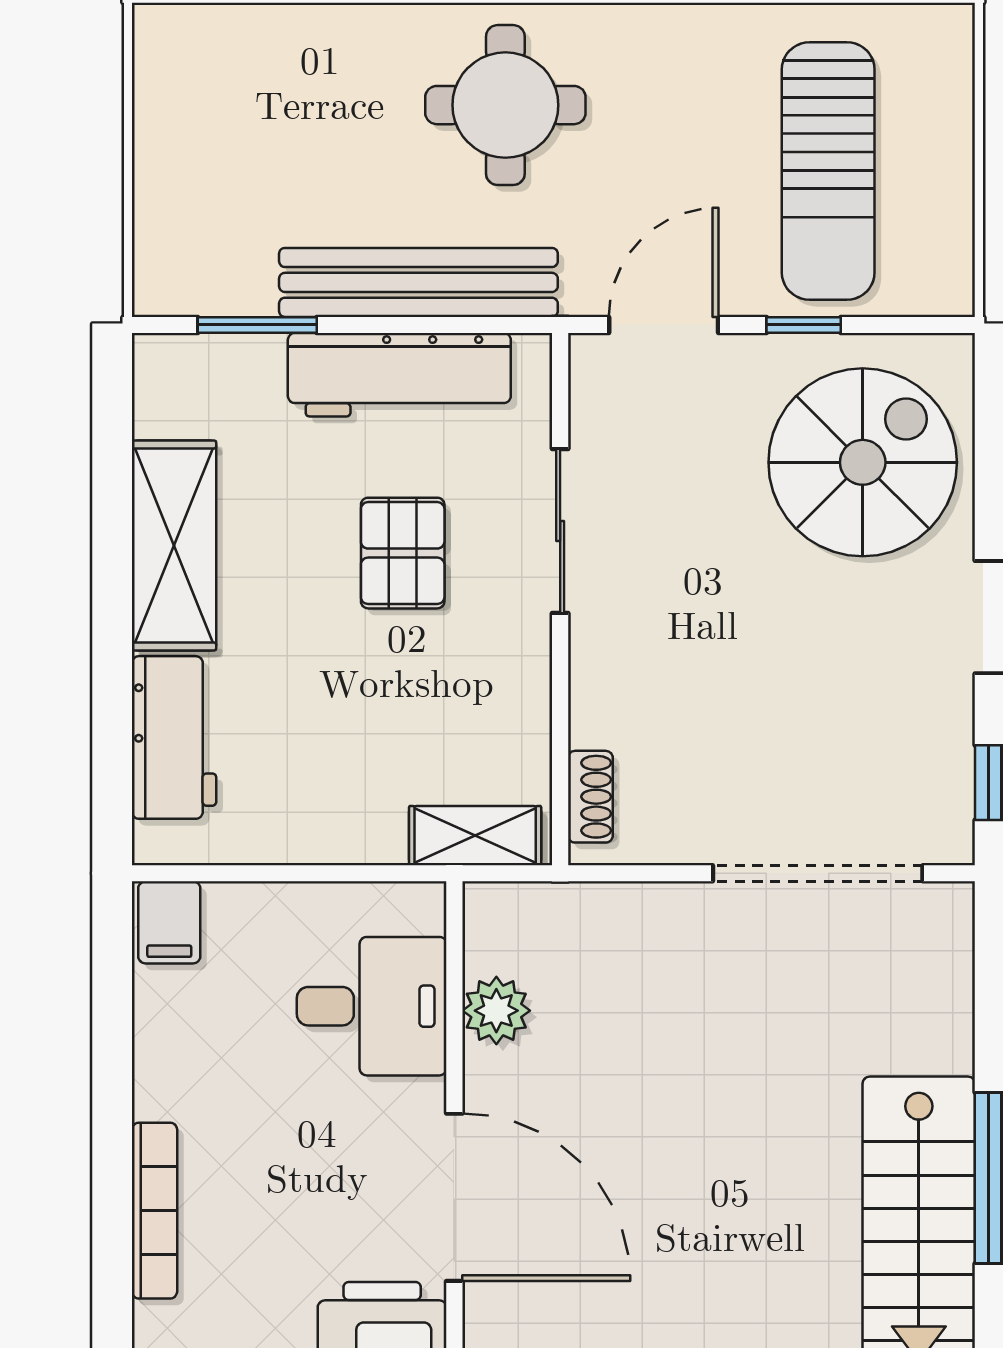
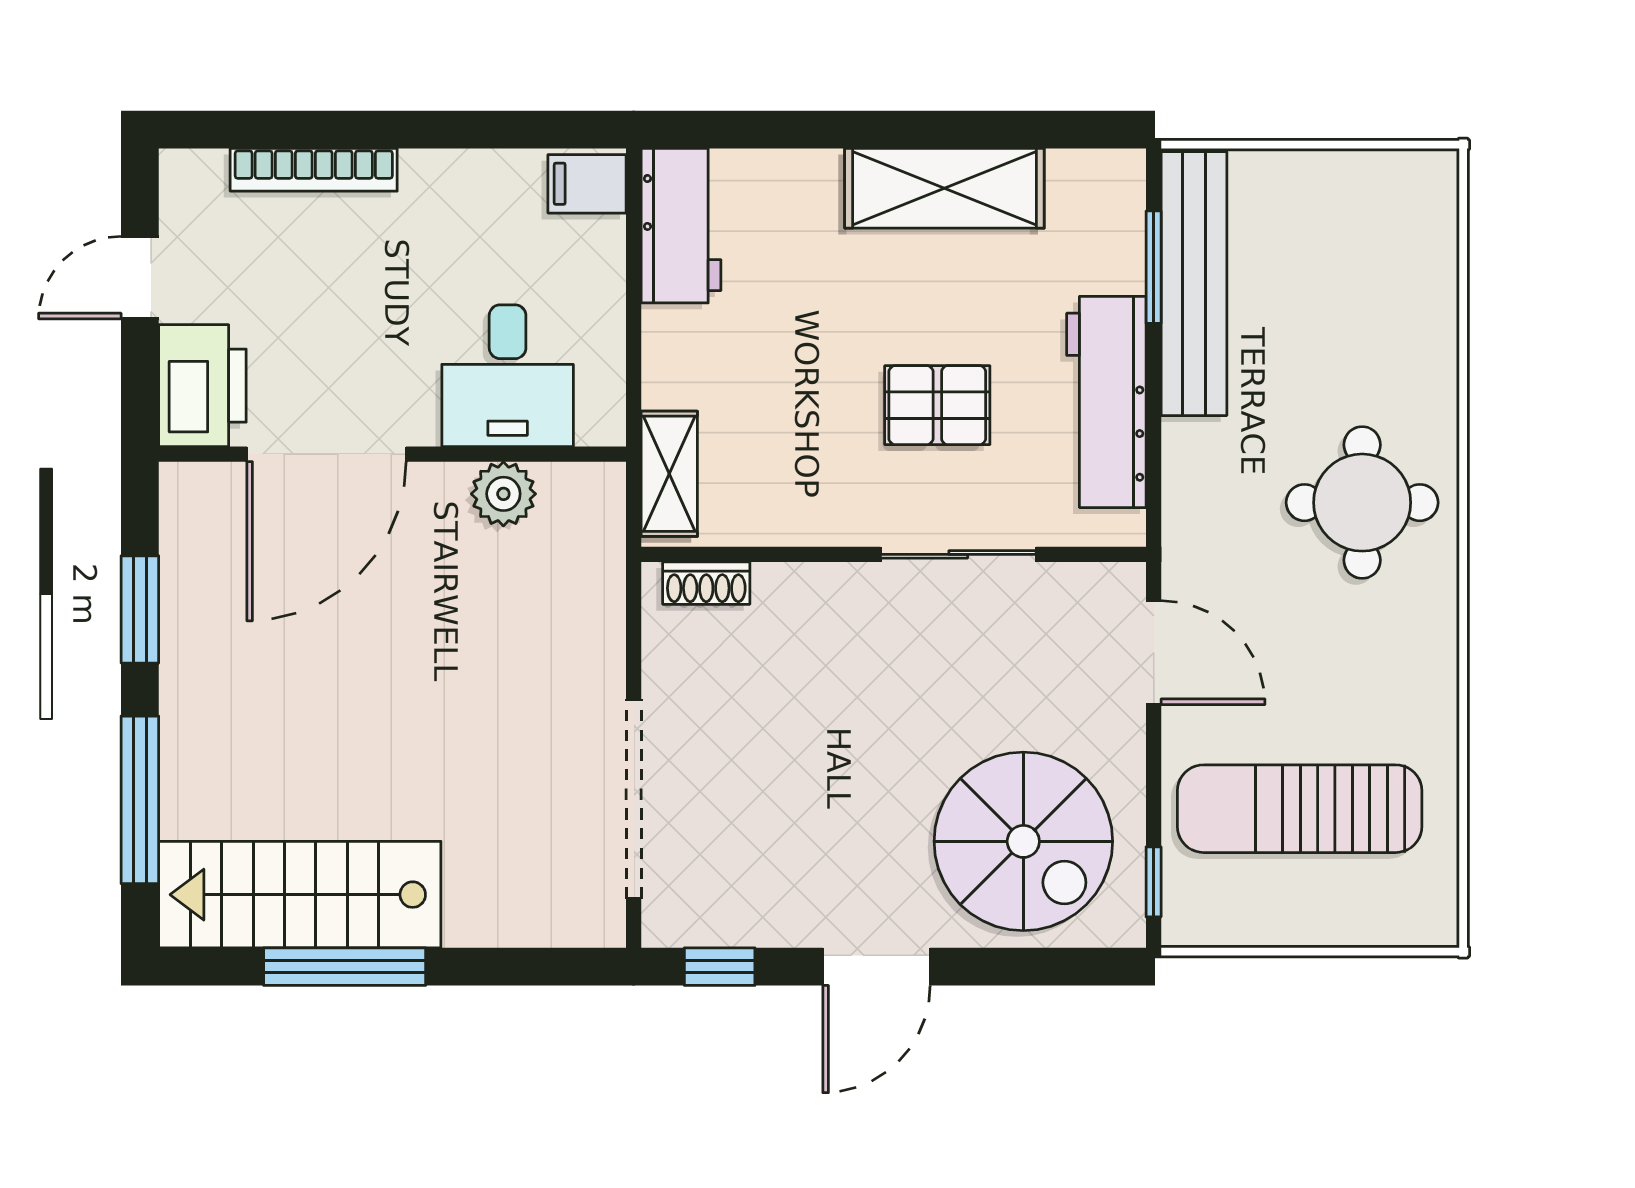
bench: (418, 282) -> (1194, 284), moved
window: (804, 325) -> (1154, 882), moved
workbench: (174, 737) -> (681, 226), moved, turned -90

